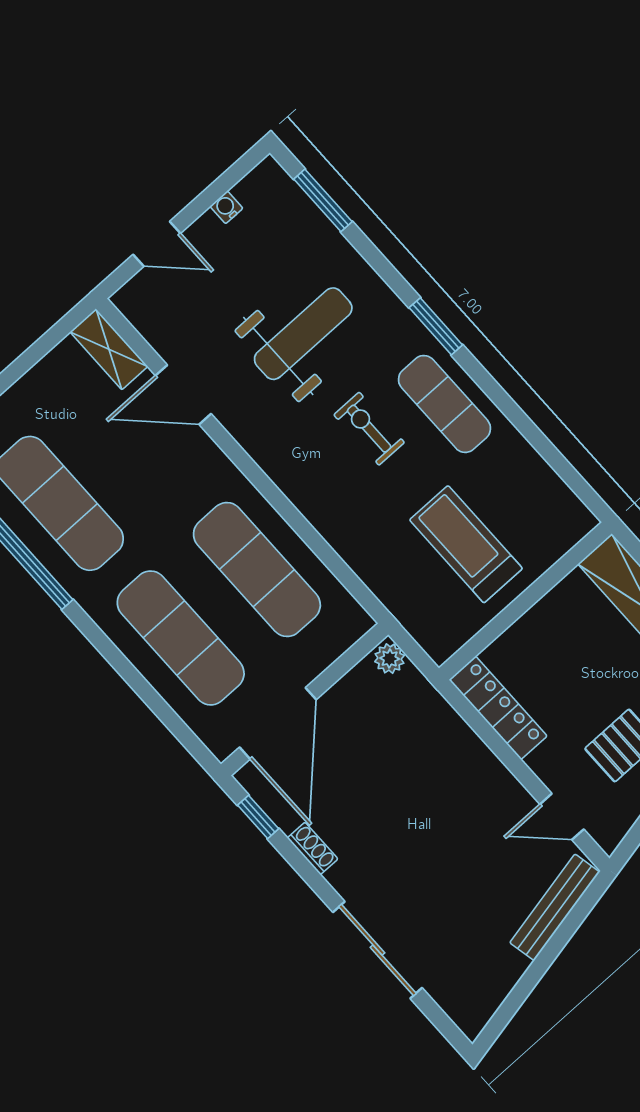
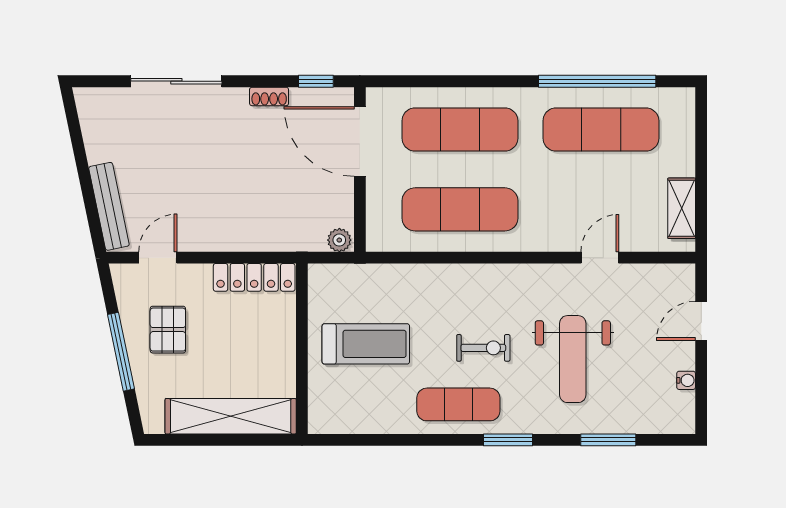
window: (323, 200) -> (608, 440), moved
shelving: (109, 349) -> (682, 208), moved, turned 90
door: (183, 395) -> (600, 258), width x0.73

